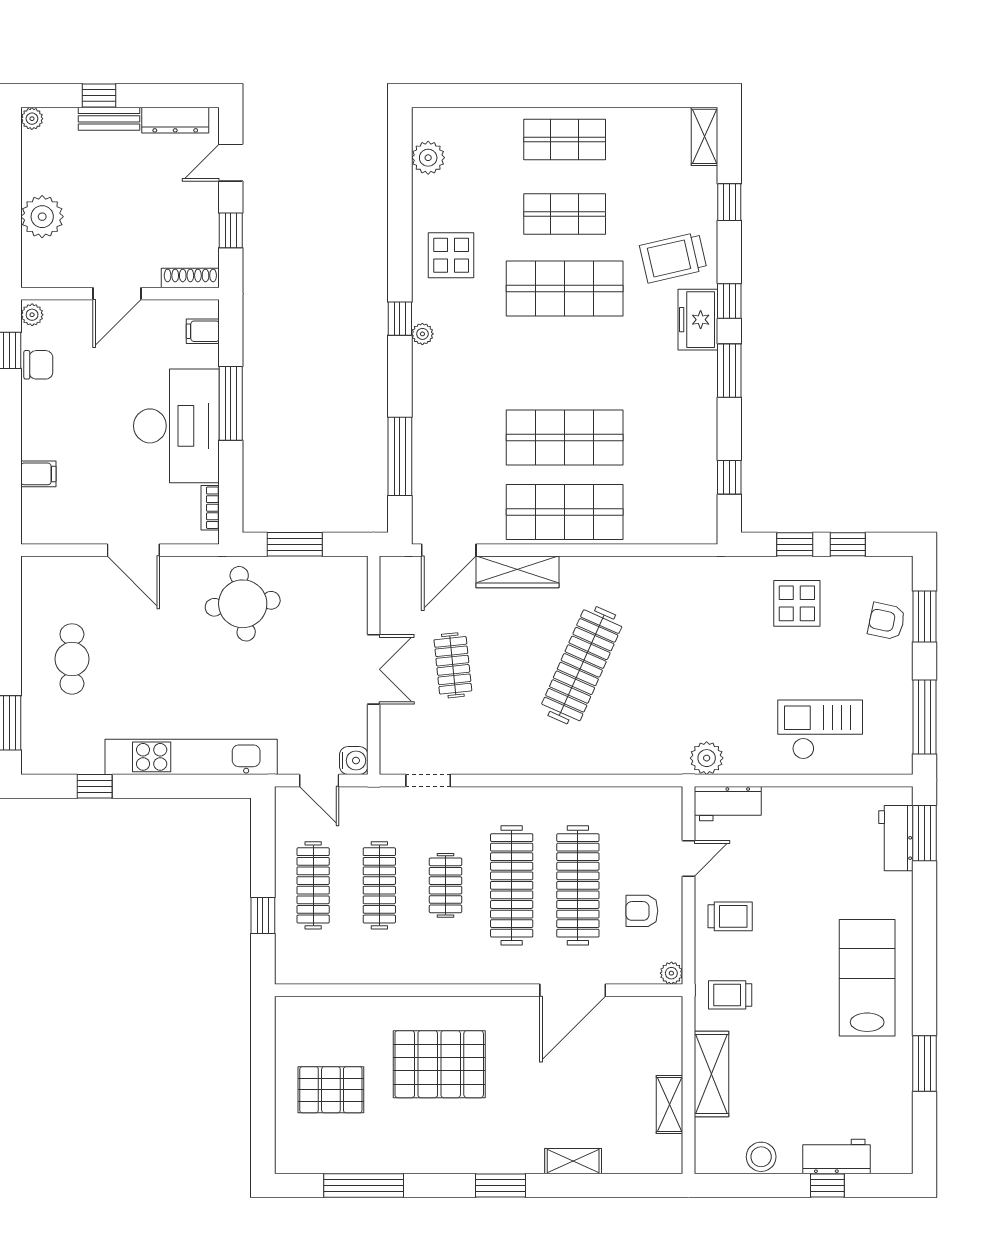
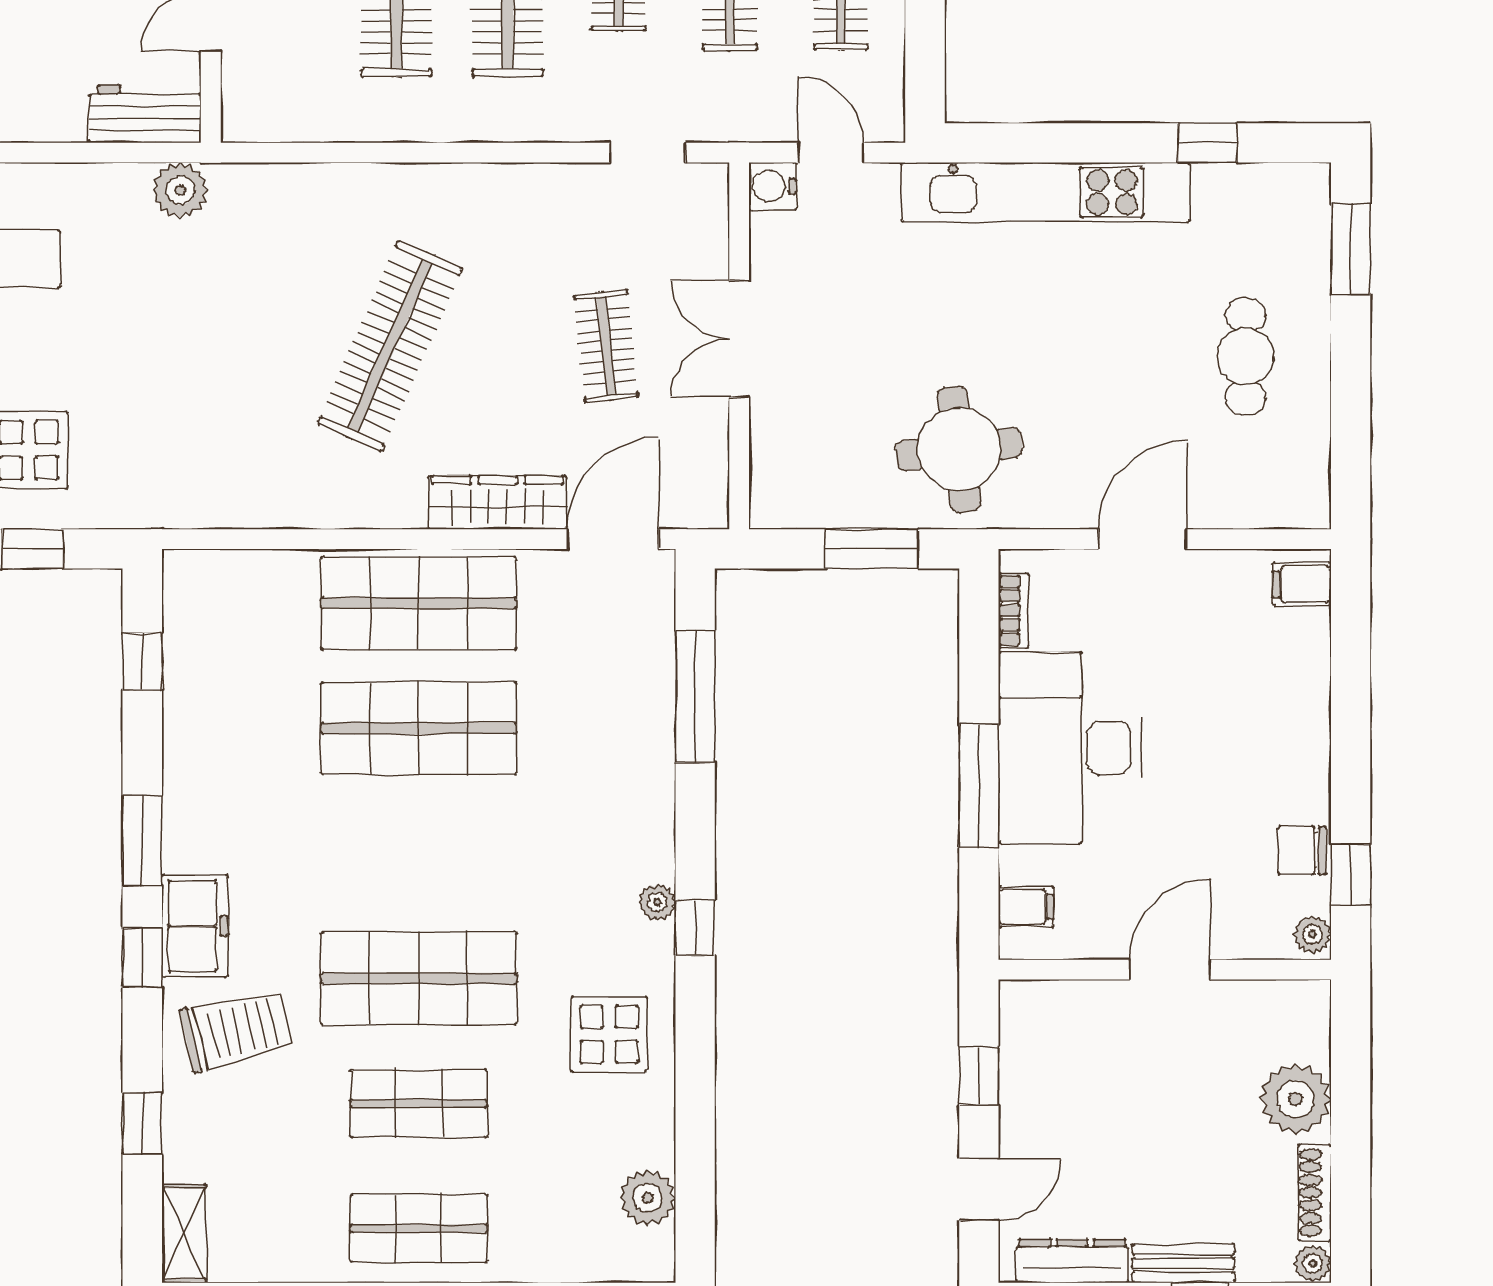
shoe rack: (190, 278) -> (1315, 1193), moved, turned 90
filing cabinet: (38, 474) -> (1302, 584), moved
door: (133, 550) -> (1142, 539), hinge flipped

